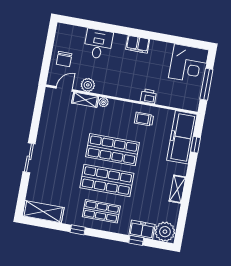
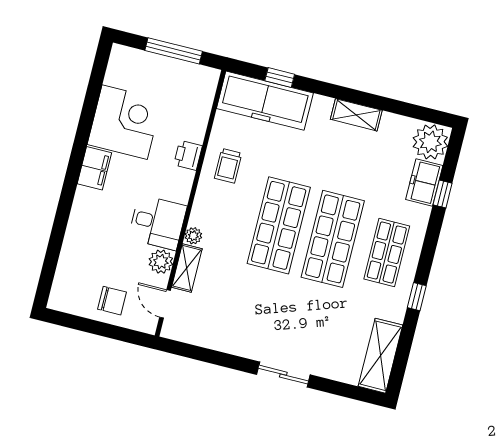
desk: (98, 44) -> (157, 222), moved, turned 180
corner desk: (189, 64) -> (125, 122), moved

